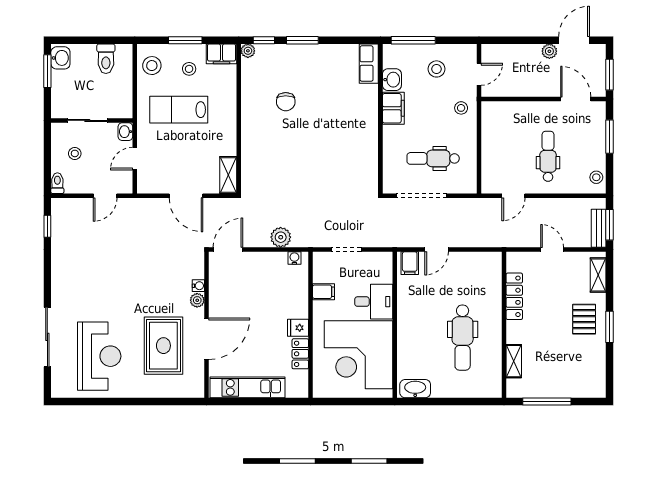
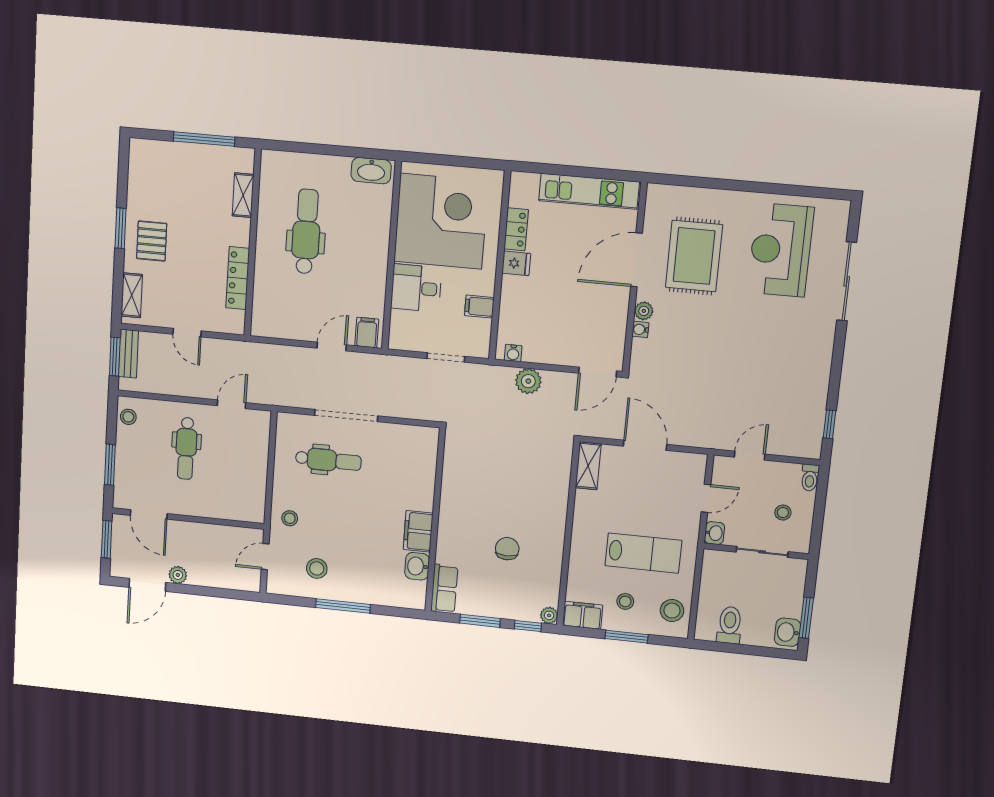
row of seats: (369, 64) -> (444, 589), moved
washbasin: (392, 80) -> (417, 566), moved
filing cabinet: (393, 108) -> (418, 531), moved
wall: (380, 119) -> (435, 520), moved

